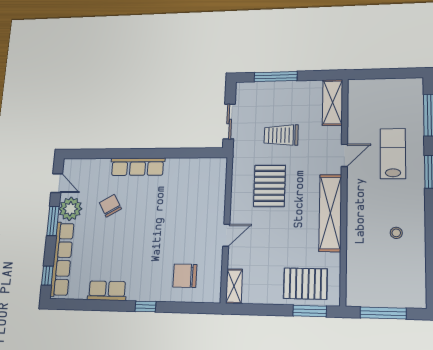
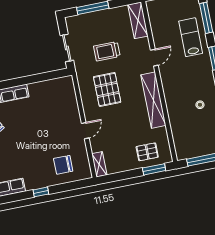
lab bench: (393, 154) -> (191, 37), moved
pallet: (305, 284) -> (147, 152), width x0.67, depth x0.71

